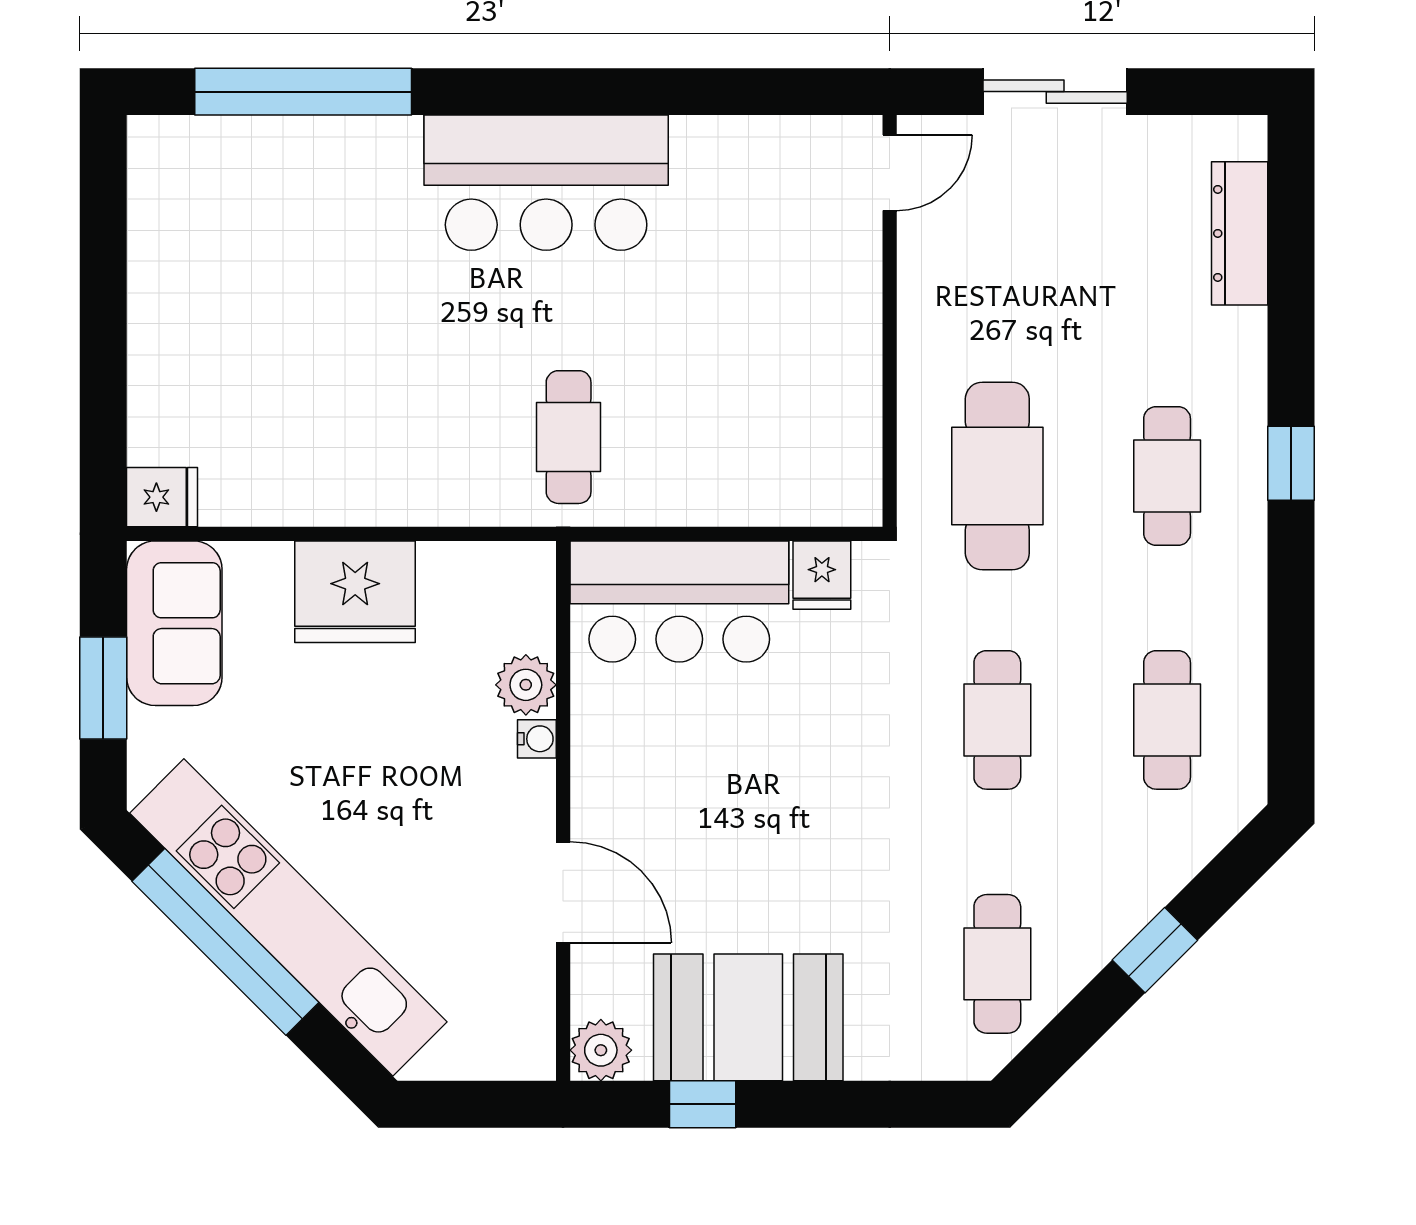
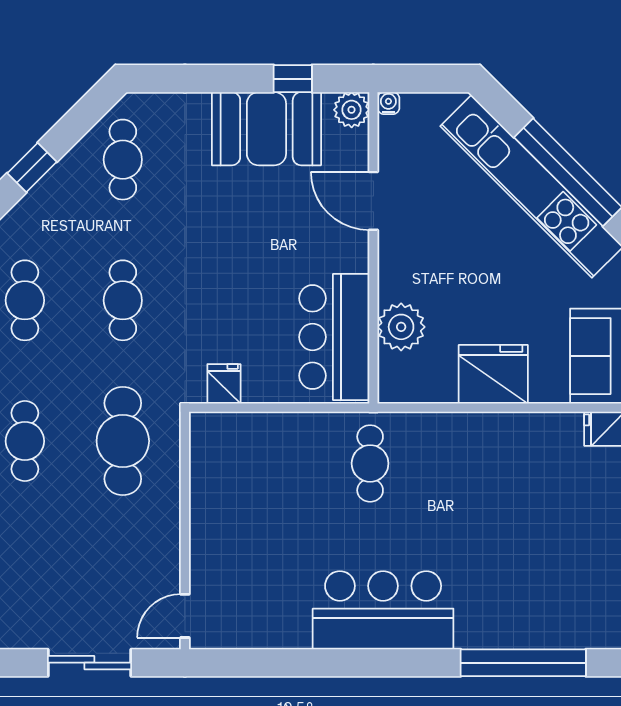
bar counter: (679, 601) -> (334, 337), moved, turned -90
plant: (526, 685) -> (401, 327), width x1.36, depth x1.36
water cooler: (537, 739) -> (388, 103), moved, turned 90

